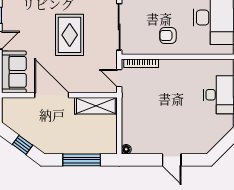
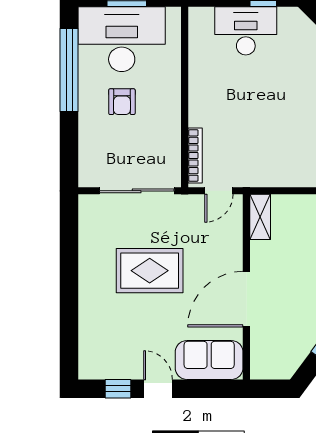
armchair: (168, 35) -> (122, 102), moved
shelving: (96, 106) -> (260, 217), width x0.67, depth x0.75

